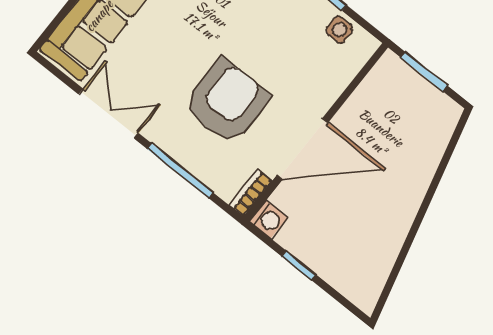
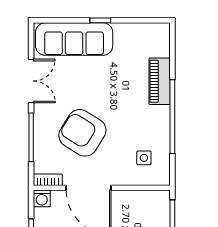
side table: (339, 30) -> (144, 158), moved
armchair: (226, 101) -> (82, 133), turned -148

